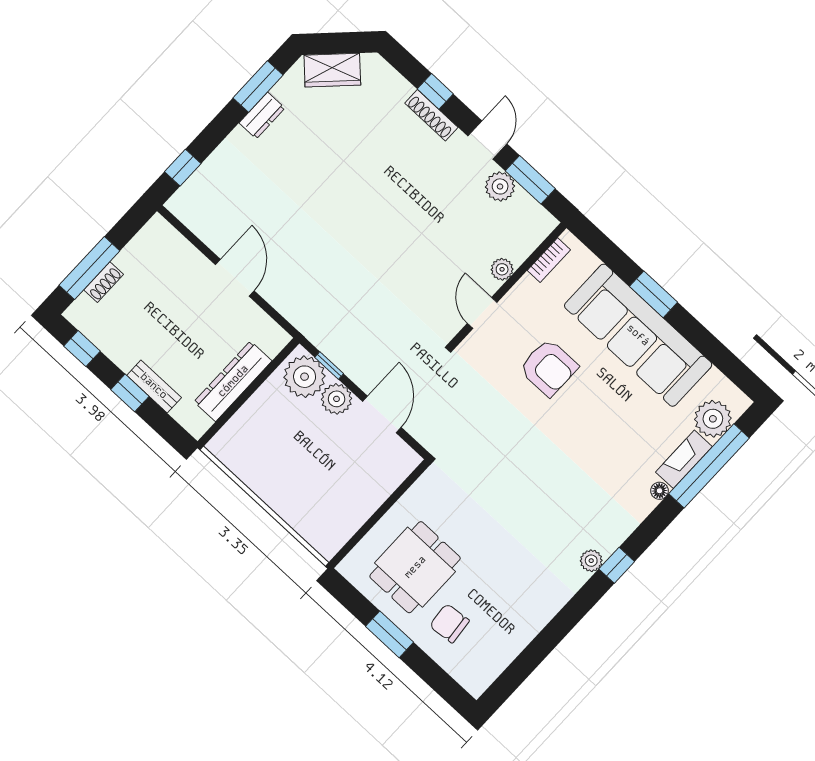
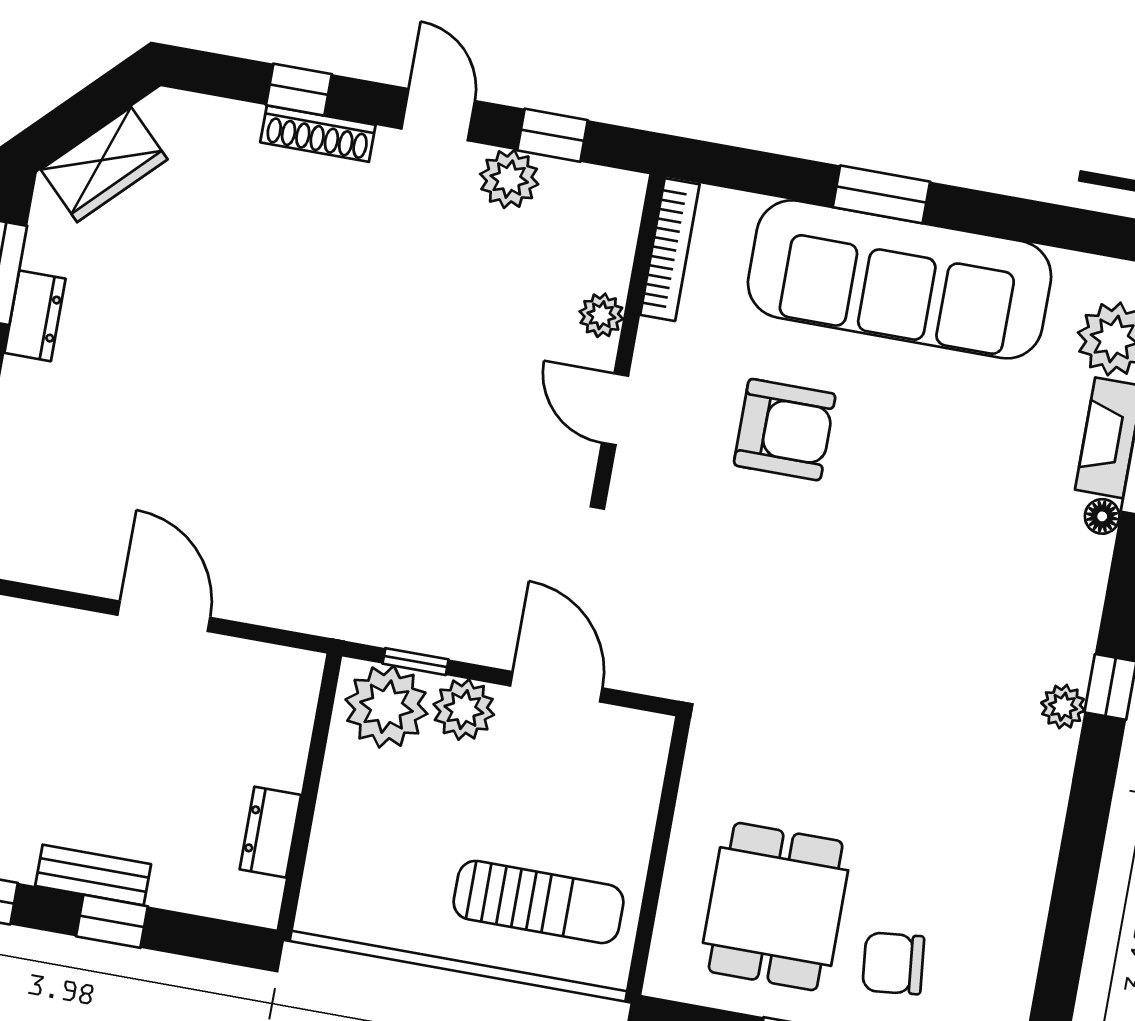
window: (530, 180) -> (553, 135), width x0.67
bookcase: (549, 260) -> (670, 250), width x1.56
dresser: (233, 381) -> (270, 832), width x0.51, depth x0.80
bench: (154, 386) -> (93, 875), moved
sun lounger: (316, 501) -> (539, 902), added

